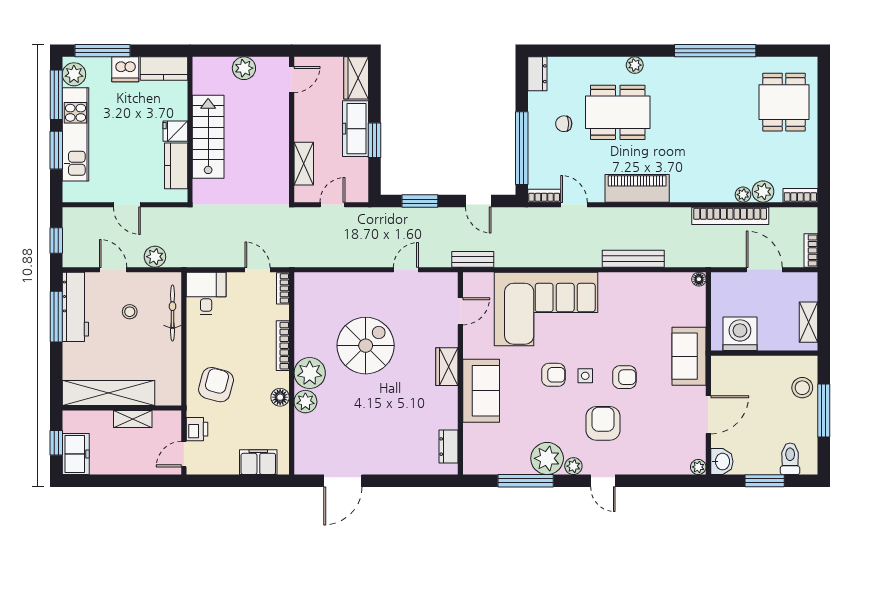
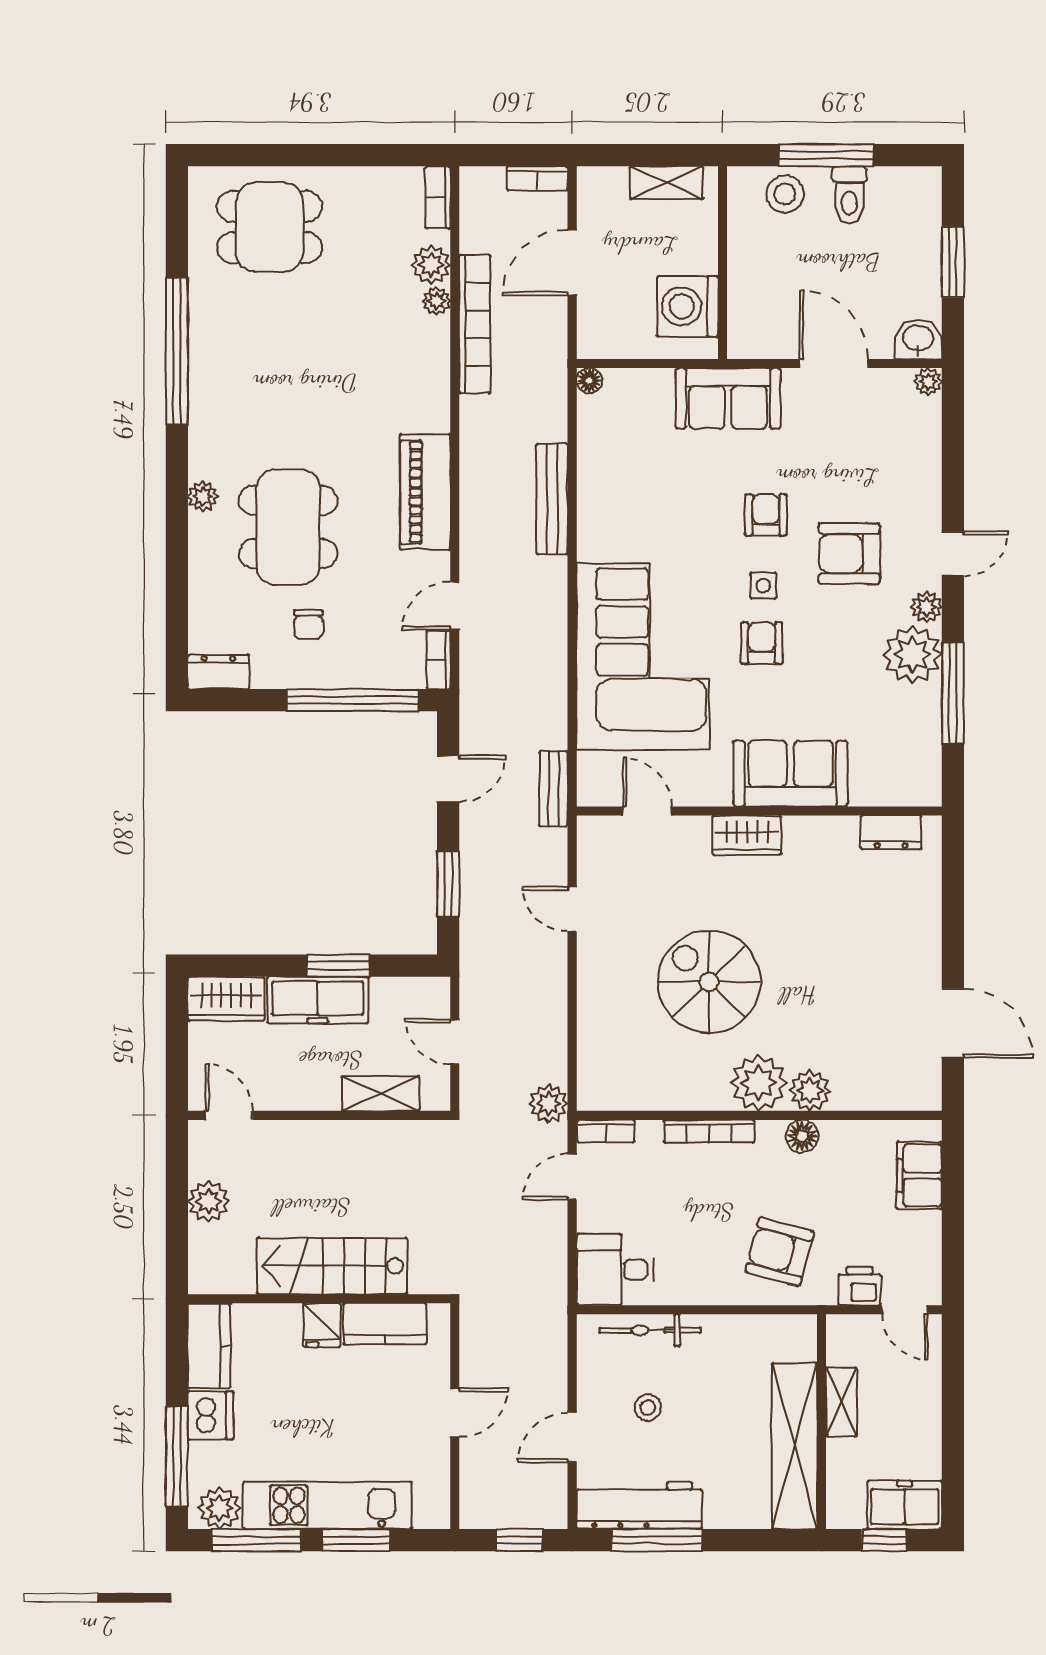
plant: (155, 257) -> (549, 1104), moved
toilet: (790, 459) -> (849, 195), moved, turned -90

